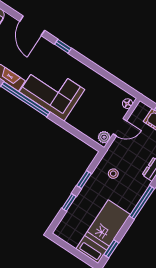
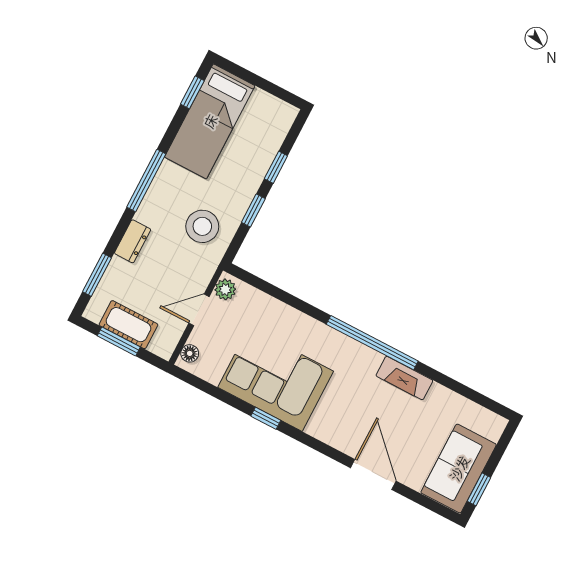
window: (63, 46) -> (266, 418), moved
corner sofa: (52, 91) -> (276, 379), moved, turned 180
stool: (113, 174) -> (202, 226), width x1.89, depth x1.89

